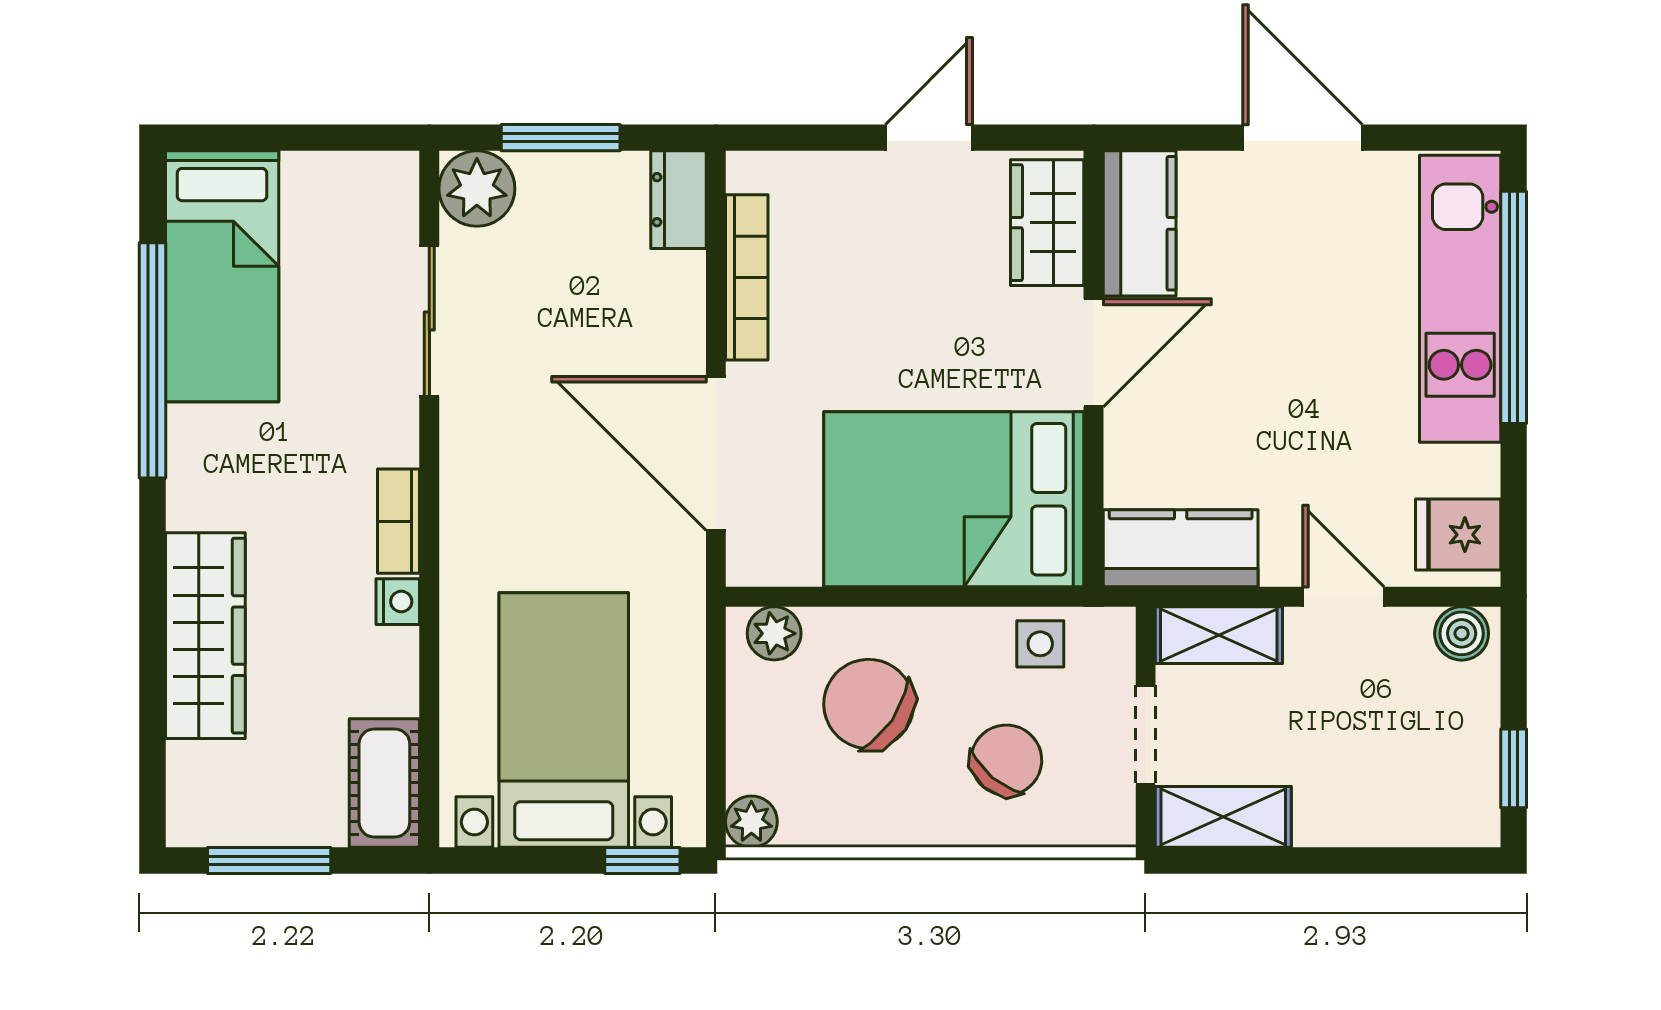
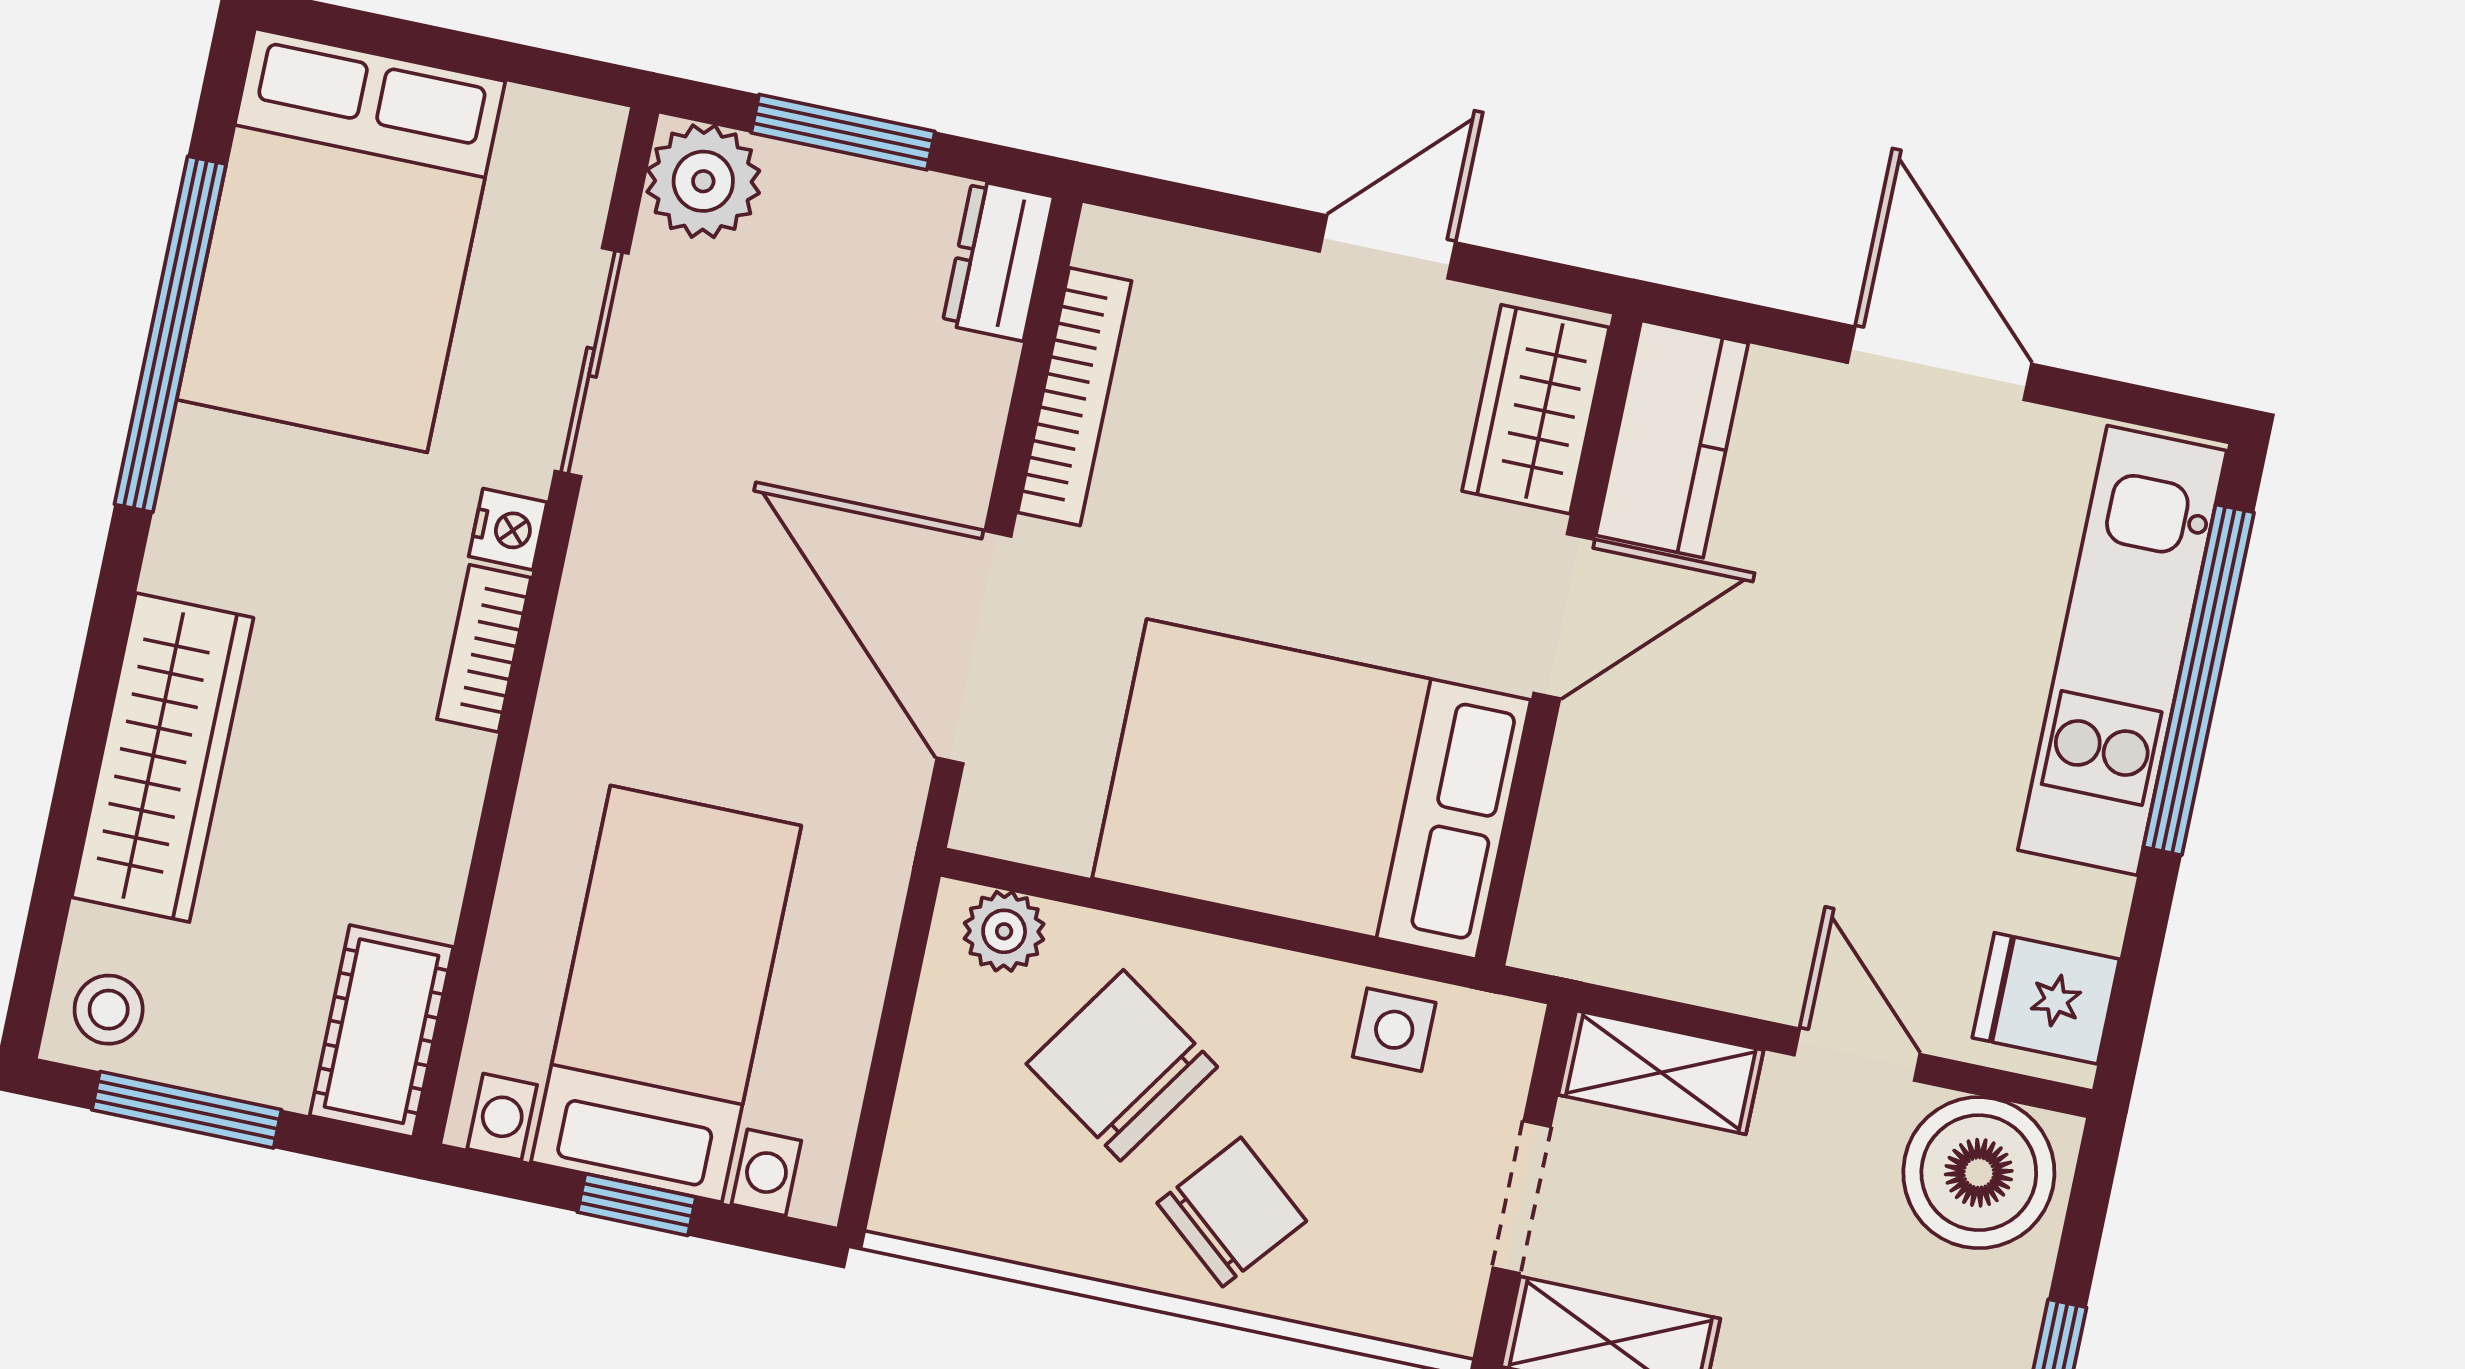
bed: (222, 276) -> (341, 240), width x1.50
kitchen counter: (1181, 548) -> (1631, 932), removed
nightstand: (398, 602) -> (508, 529), moved
boiler: (1462, 633) -> (1979, 1173), width x1.86, depth x1.86
chair: (1006, 760) -> (1232, 1212), moved
stool: (205, 806) -> (109, 1010), added
plant: (751, 822) -> (912, 1203), removed
window: (642, 861) -> (637, 1205), moved

